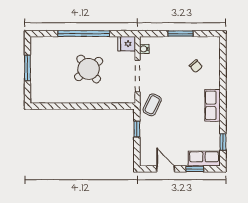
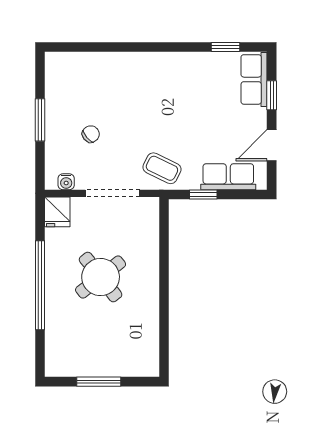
chair: (196, 66) -> (91, 134), moved
row of seats: (213, 105) -> (228, 177), moved, turned 180

